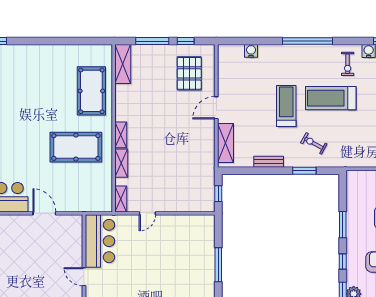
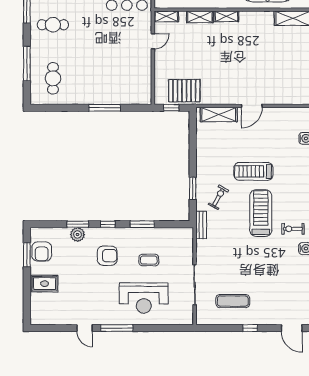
pallet: (189, 73) -> (184, 91), moved
treadmill: (286, 106) -> (253, 171), turned 180
door: (216, 108) -> (252, 106), swing flipped
bench: (269, 162) -> (201, 225), moved
door: (147, 213) -> (153, 41), swing flipped

